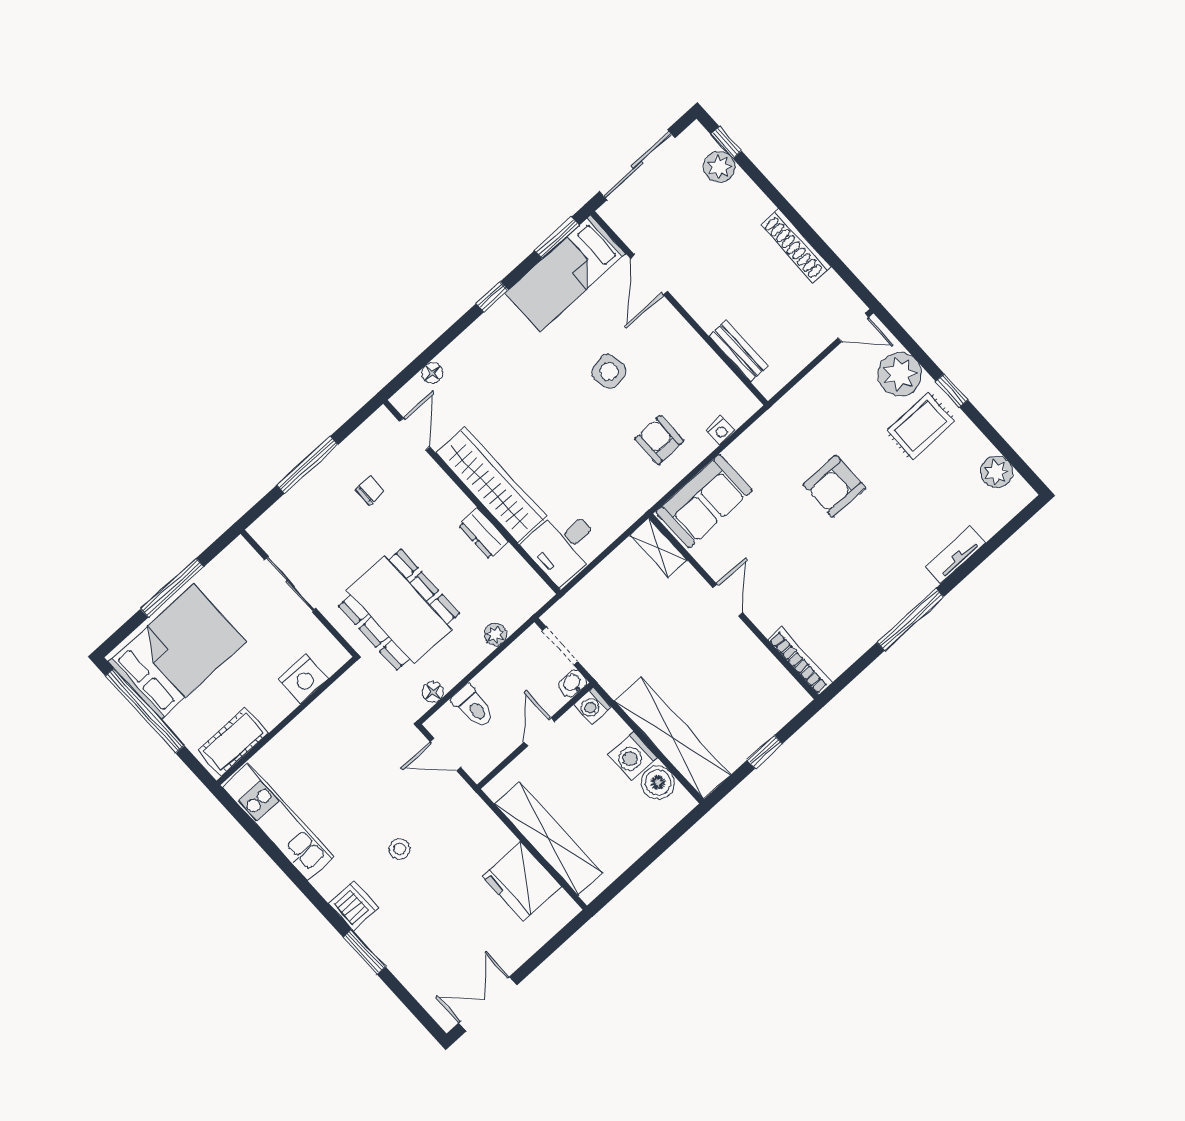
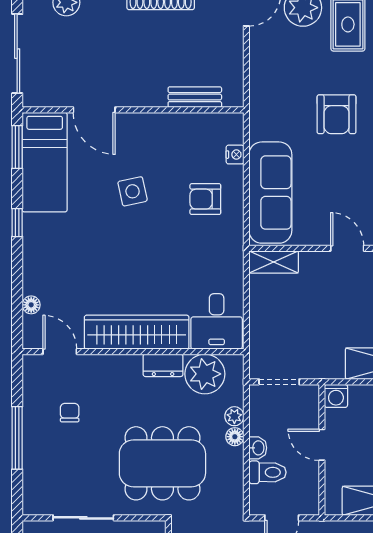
sofa: (704, 501) -> (270, 193), width x1.36
plant: (509, 576) -> (205, 374), added
washbasin: (573, 683) -> (258, 448), moved, turned 180
floor lamp: (433, 692) -> (235, 437), moved

